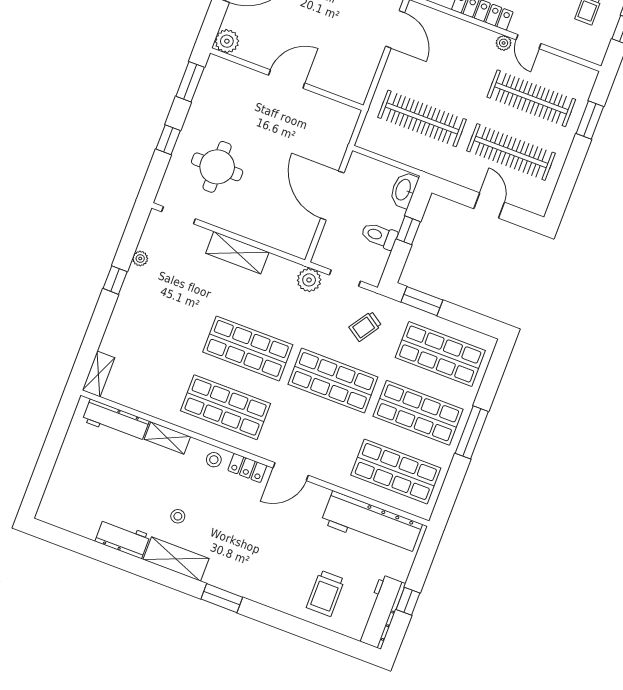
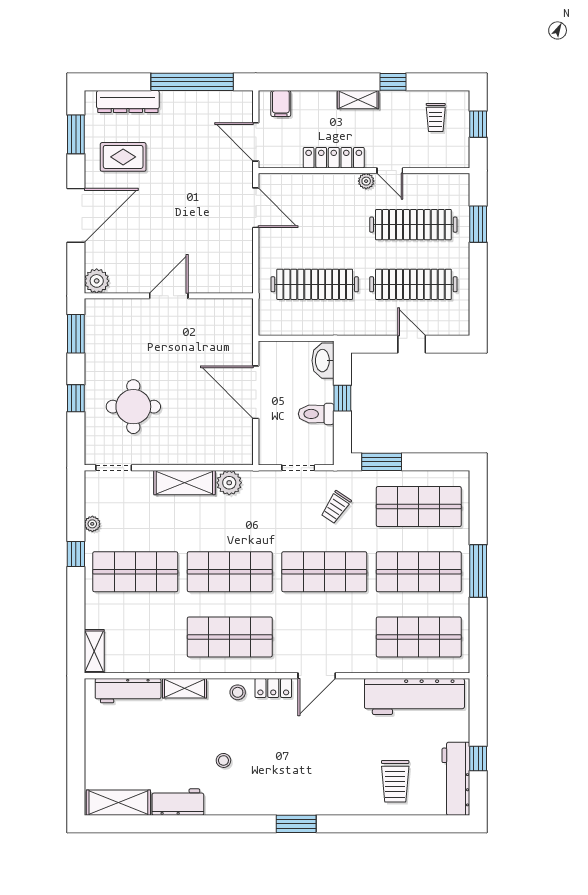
plant: (309, 280) -> (229, 483), moved
shop shelf: (163, 316) -> (135, 572), added
shelving: (176, 559) -> (118, 803), moved

